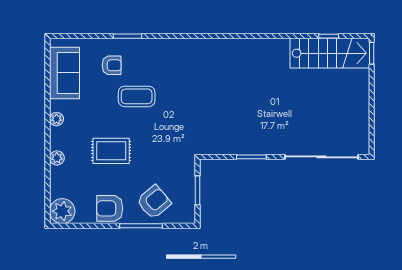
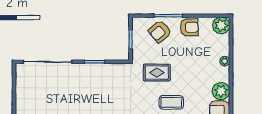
plant: (56, 119) -> (221, 91), width x1.88, depth x1.88
rug: (111, 151) -> (157, 73), moved

